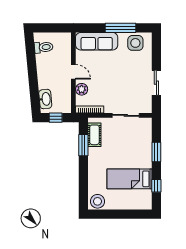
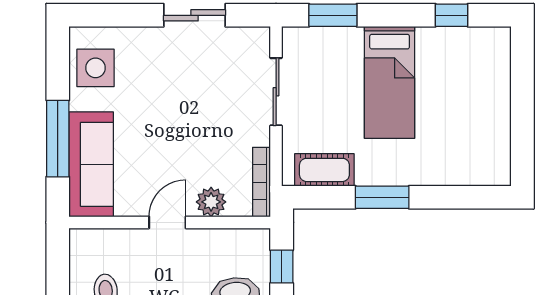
window: (120, 28) -> (58, 139), moved
window: (83, 145) -> (382, 197), moved
window: (156, 152) -> (333, 15), moved
bed: (130, 179) -> (390, 82), moved
stool: (97, 201) -> (490, 162), removed

